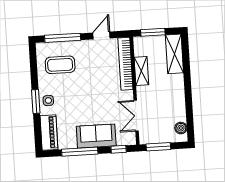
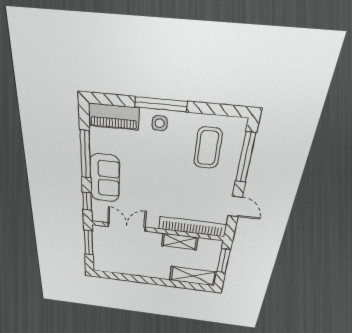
window: (36, 101) -> (161, 104), width x1.44
boiler: (181, 128) -> (109, 267), removed

